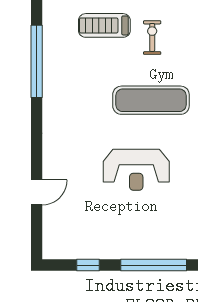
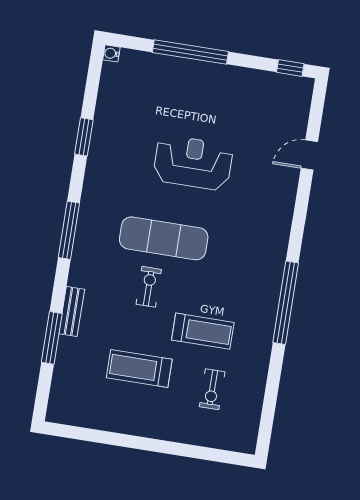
exercise bike: (152, 38) -> (149, 287), moved, turned 180
window: (88, 265) -> (290, 68), moved

